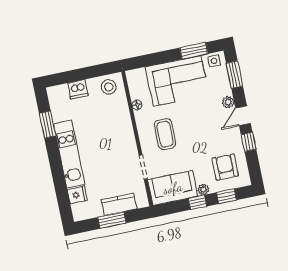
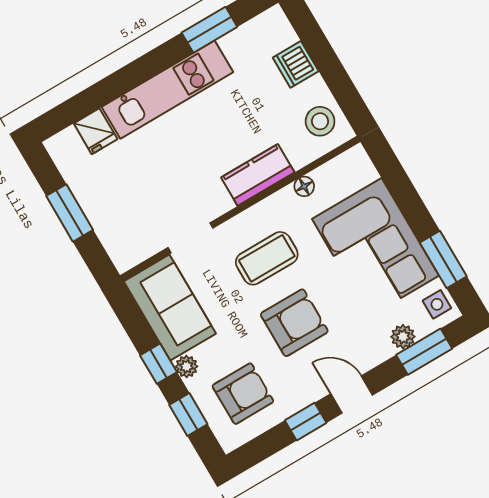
plant: (228, 102) -> (403, 337), moved
armchair: (200, 131) -> (294, 323), added
kitchen counter: (119, 204) -> (258, 175), moved, turned -90

